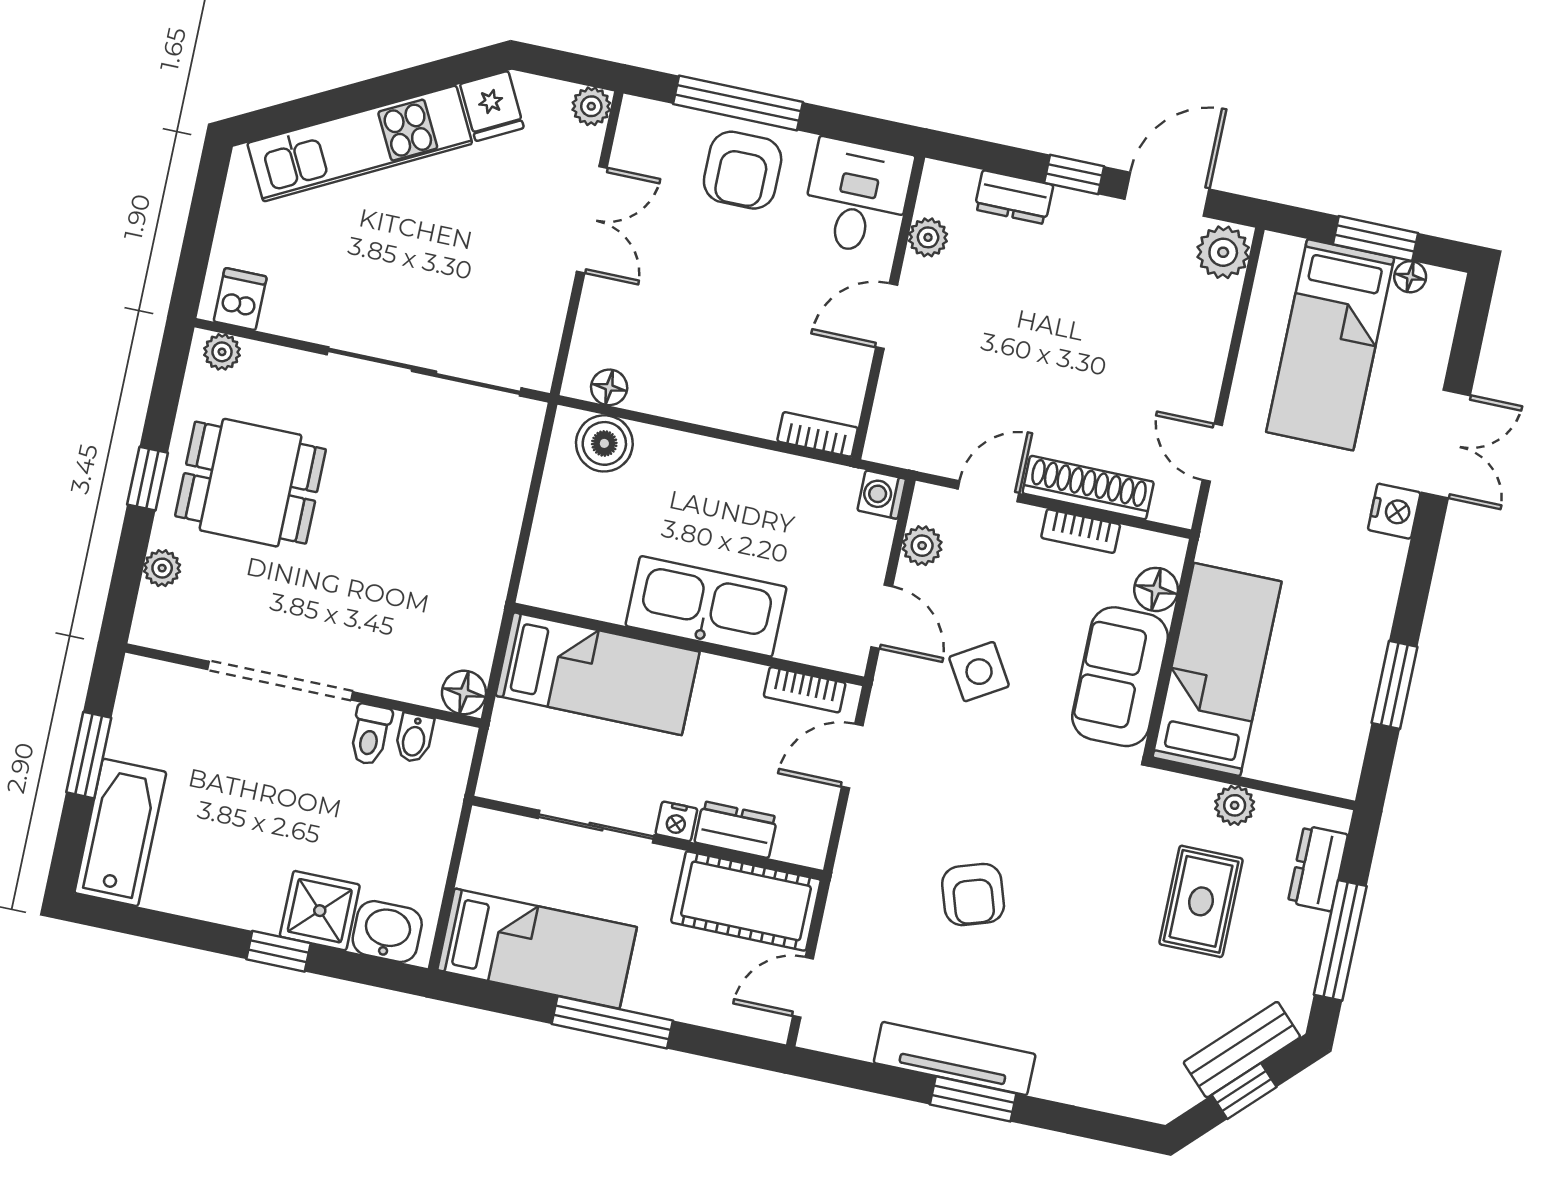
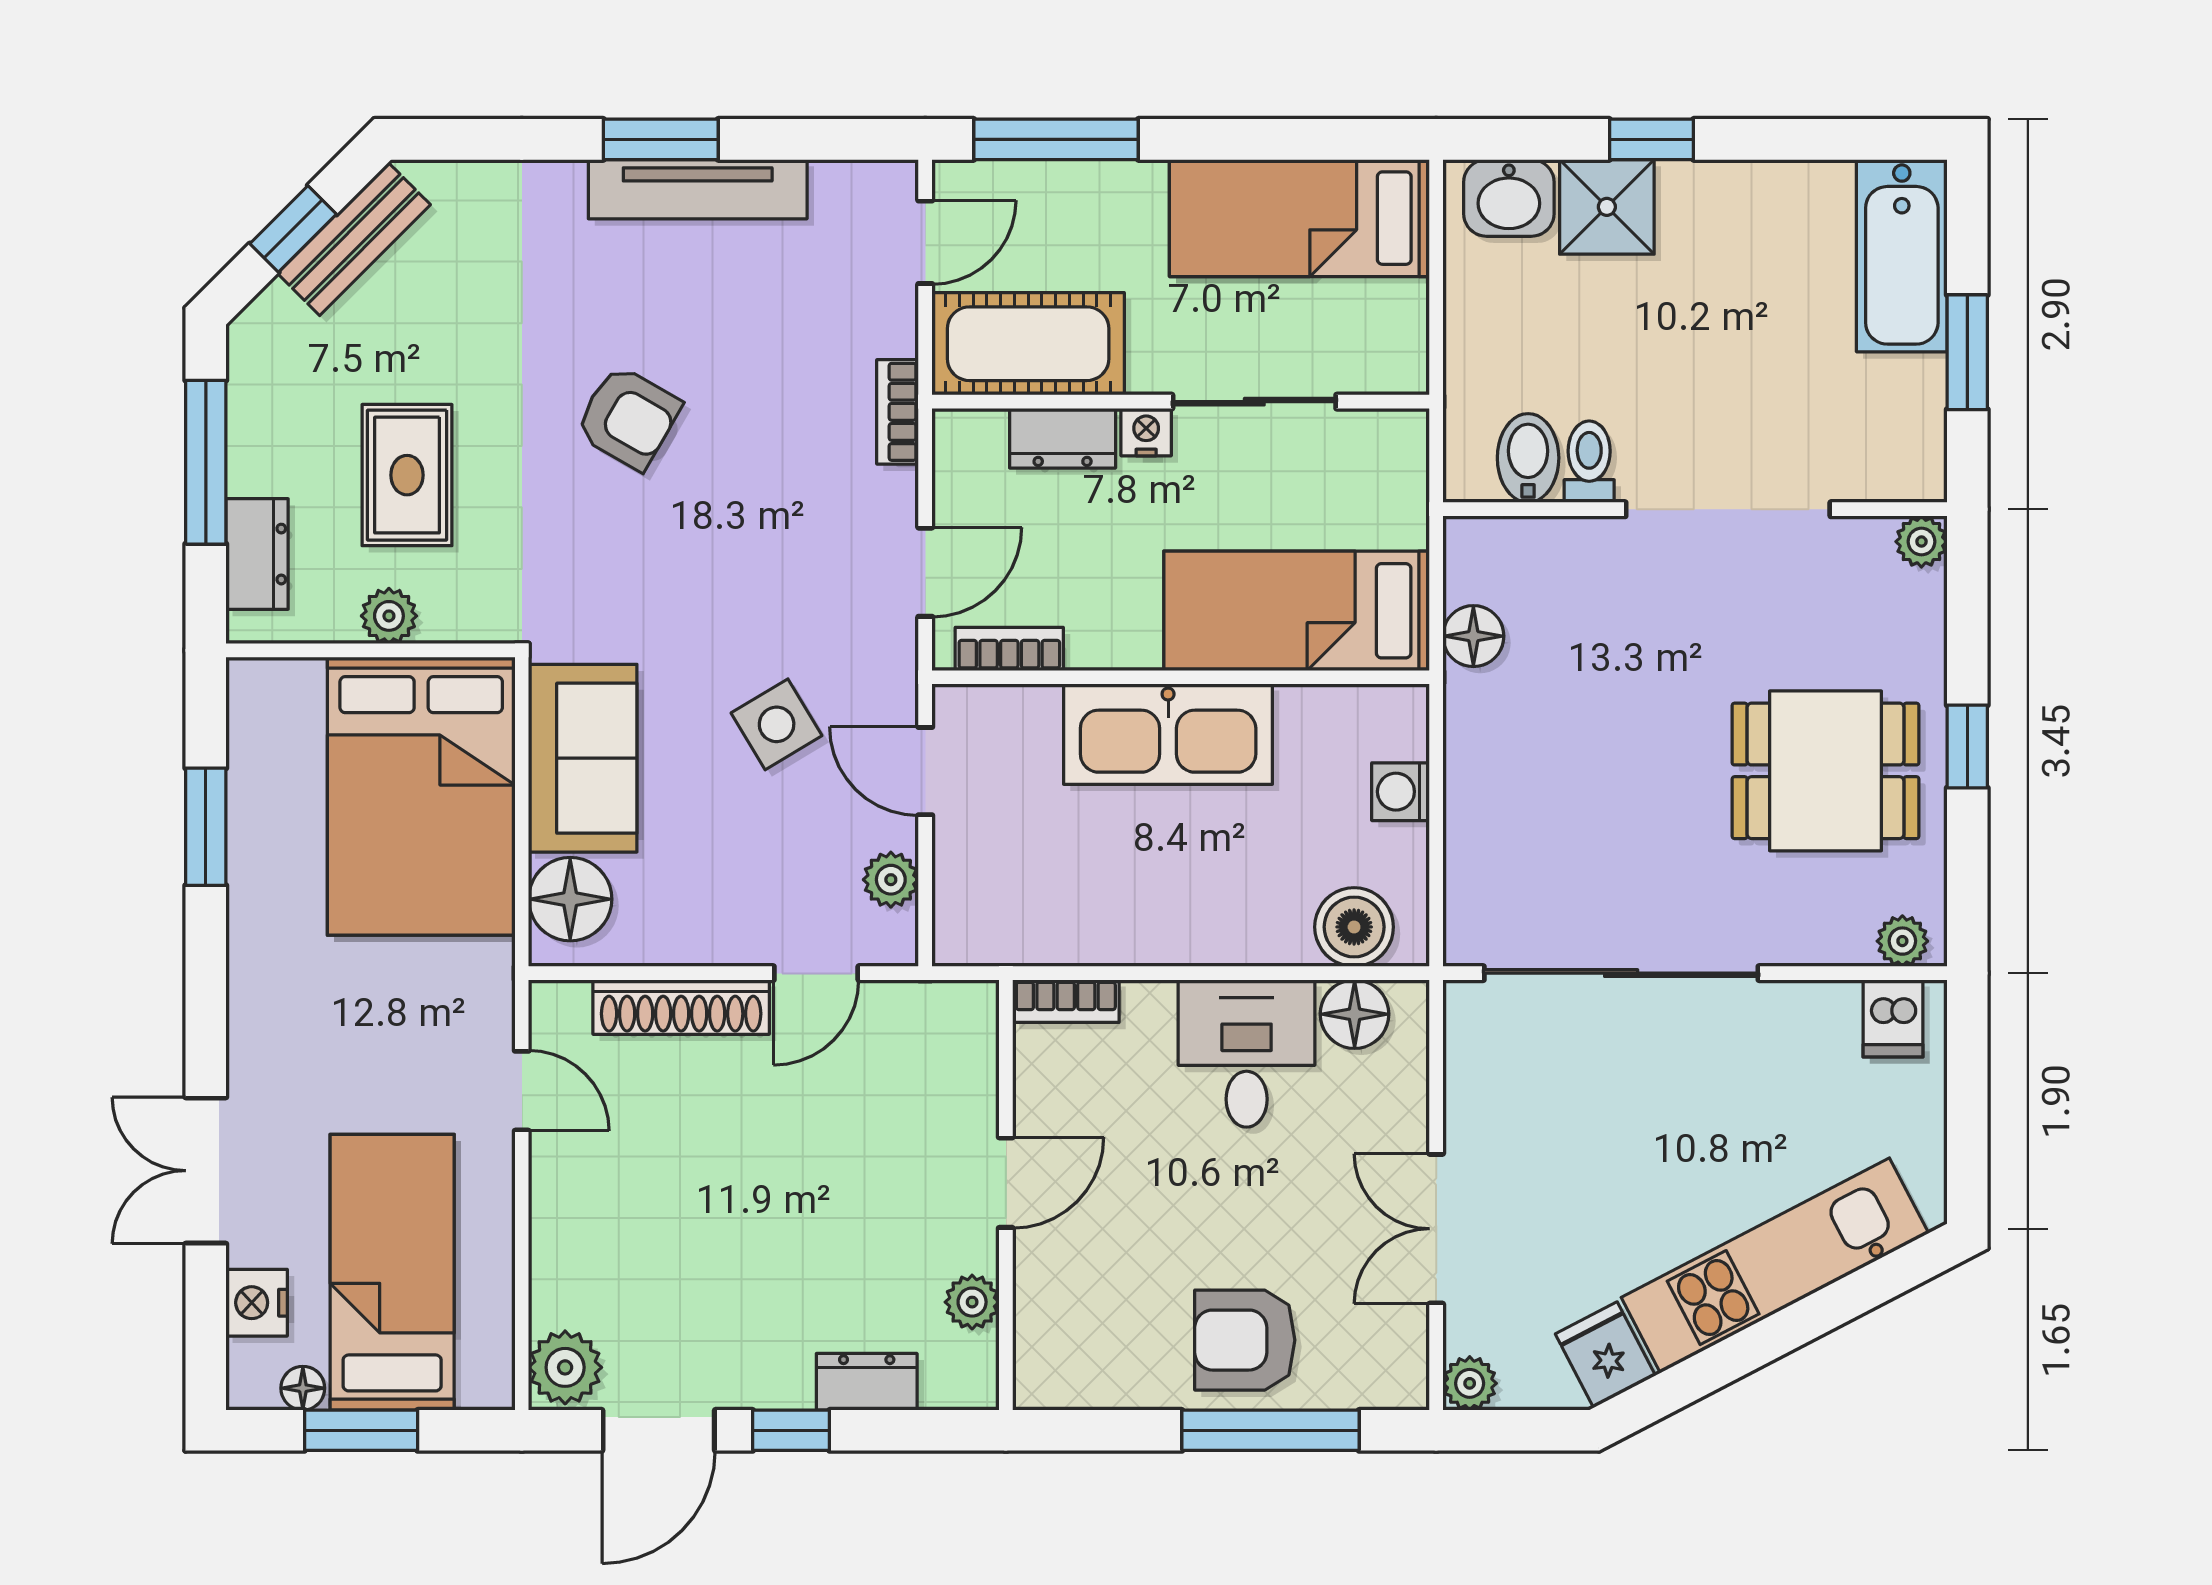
armchair: (743, 170) -> (1245, 1340), turned -90
desk: (857, 197) -> (1247, 1054), moved, turned 180
floor lamp: (609, 387) -> (1355, 1014), width x1.37, depth x1.37
washing machine: (882, 495) -> (1401, 792), moved, turned 180
nightstand: (1394, 511) -> (257, 1303), moved
bookcase: (1081, 531) -> (898, 412), moved, turned -90
plant: (162, 568) -> (1921, 542), moved
floor lamp: (1156, 589) -> (570, 899), width x1.38, depth x1.38
bed: (1217, 670) -> (421, 796), width x1.50
floor lamp: (464, 692) -> (1473, 636), moved
bidet: (414, 738) -> (1528, 458), width x1.38, depth x1.36
armchair: (973, 895) -> (628, 418), moved, turned 138
window: (612, 1022) -> (1056, 139), moved
bench: (1242, 1050) -> (354, 239), moved

